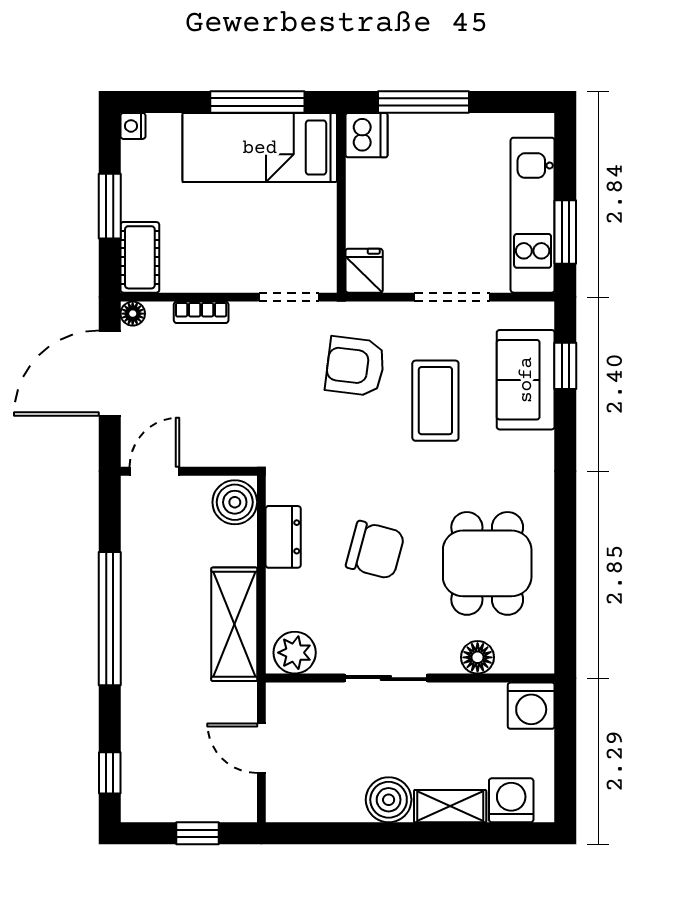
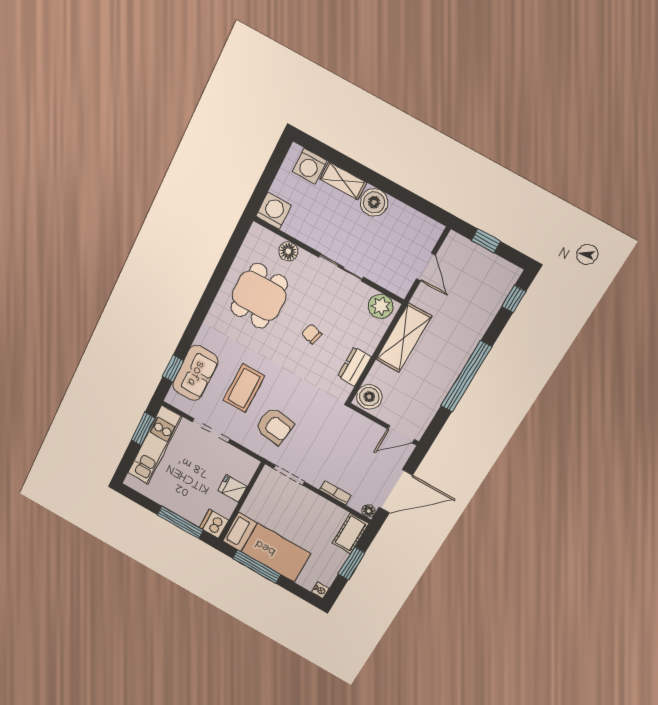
fridge: (364, 271) -> (233, 488), moved, turned 90
chair: (375, 550) -> (312, 334), width x0.54, depth x0.54

